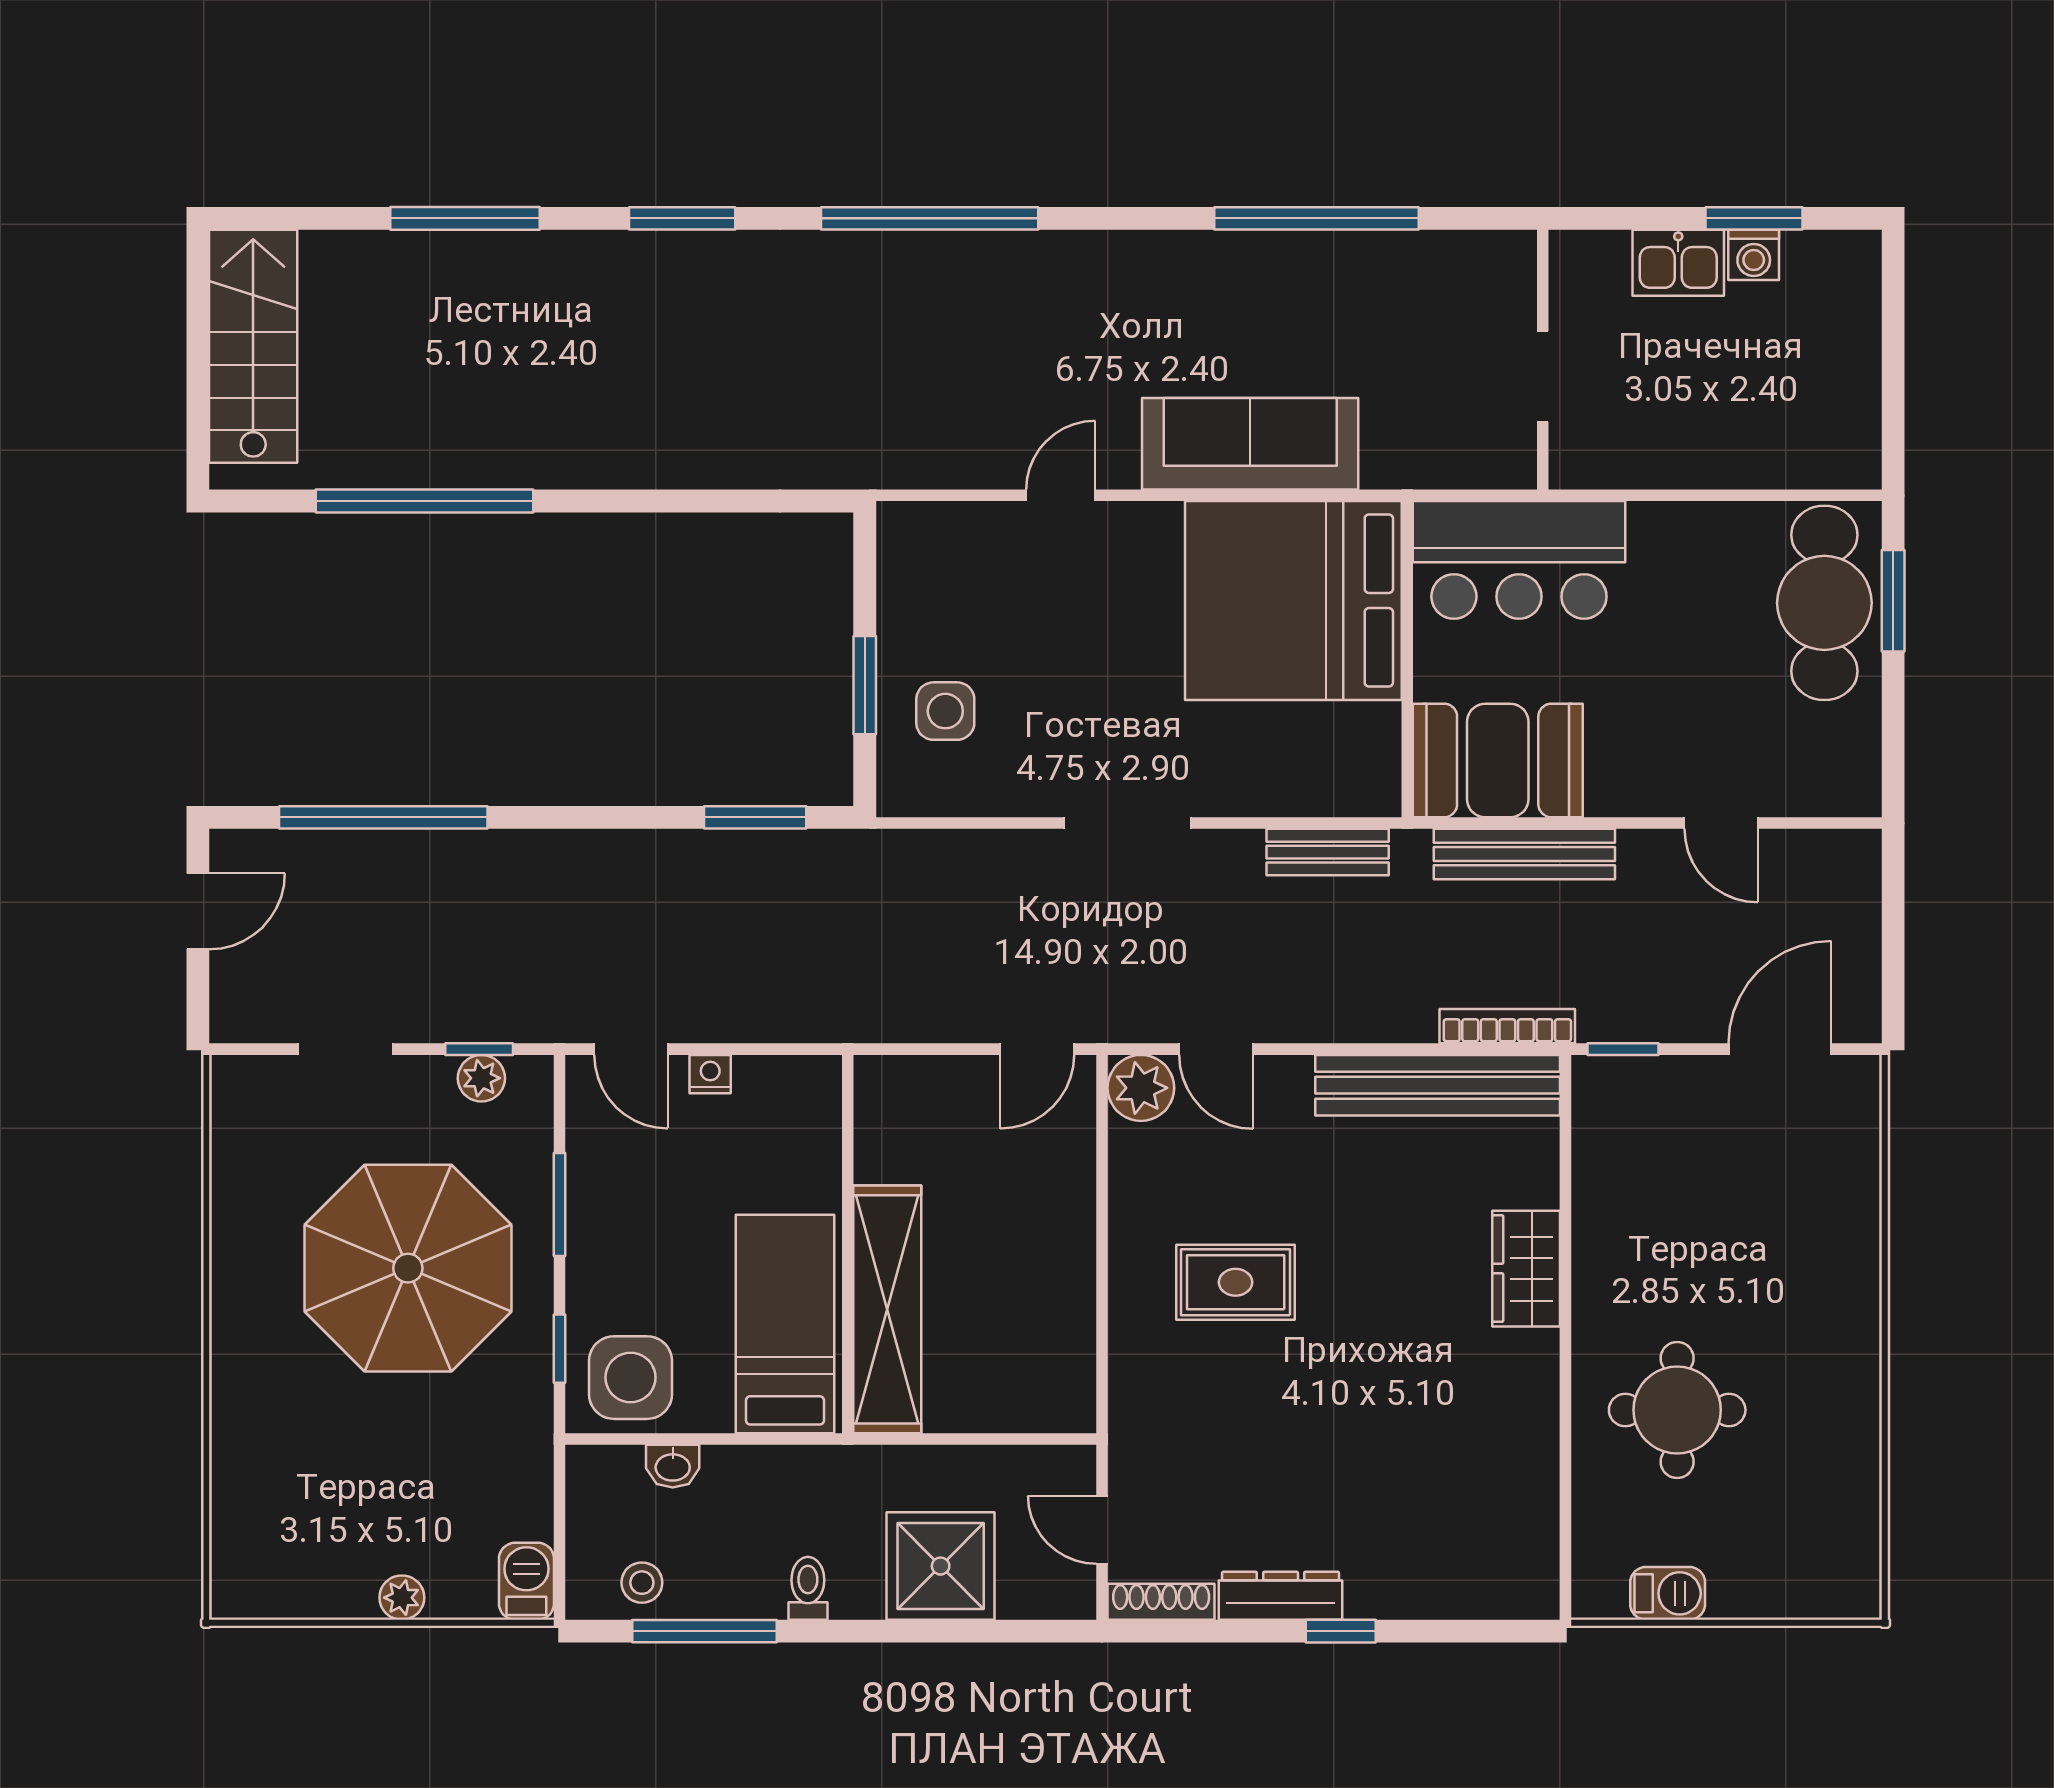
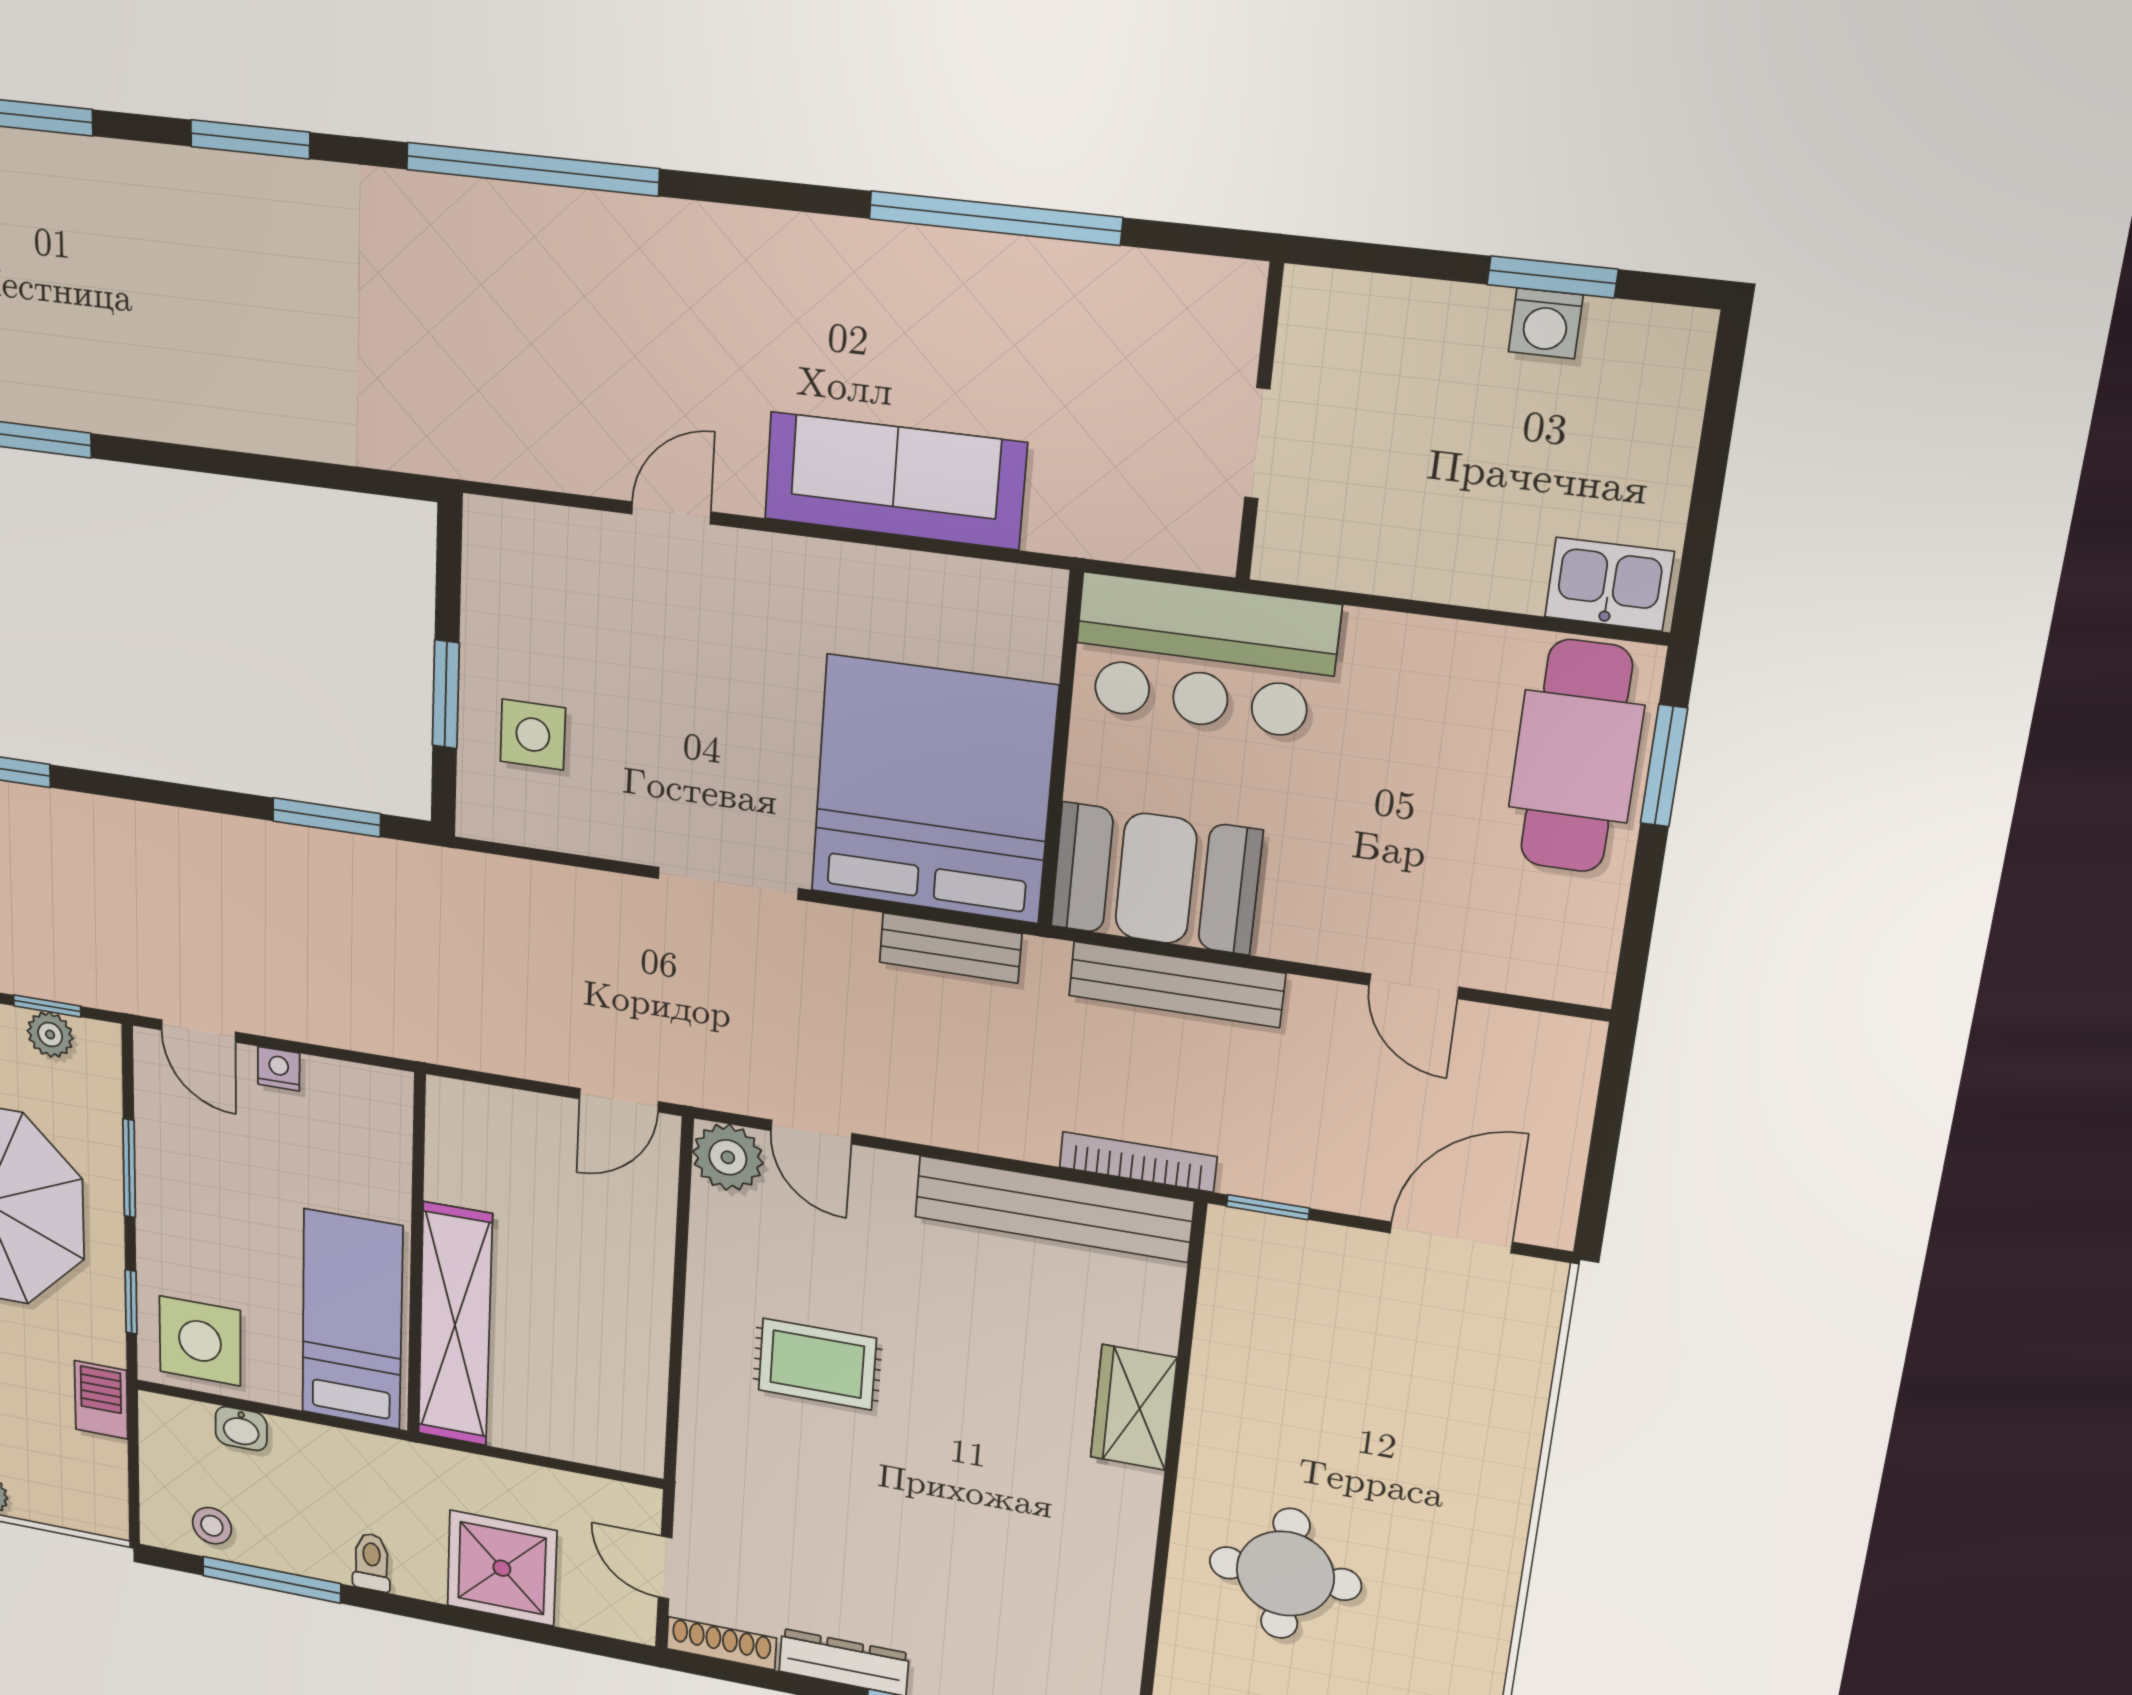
kitchen sink: (1678, 263) -> (1609, 584), moved, turned 180
bed: (1293, 601) -> (933, 790), moved, turned 90
barbecue: (526, 1581) -> (101, 1400), moved

